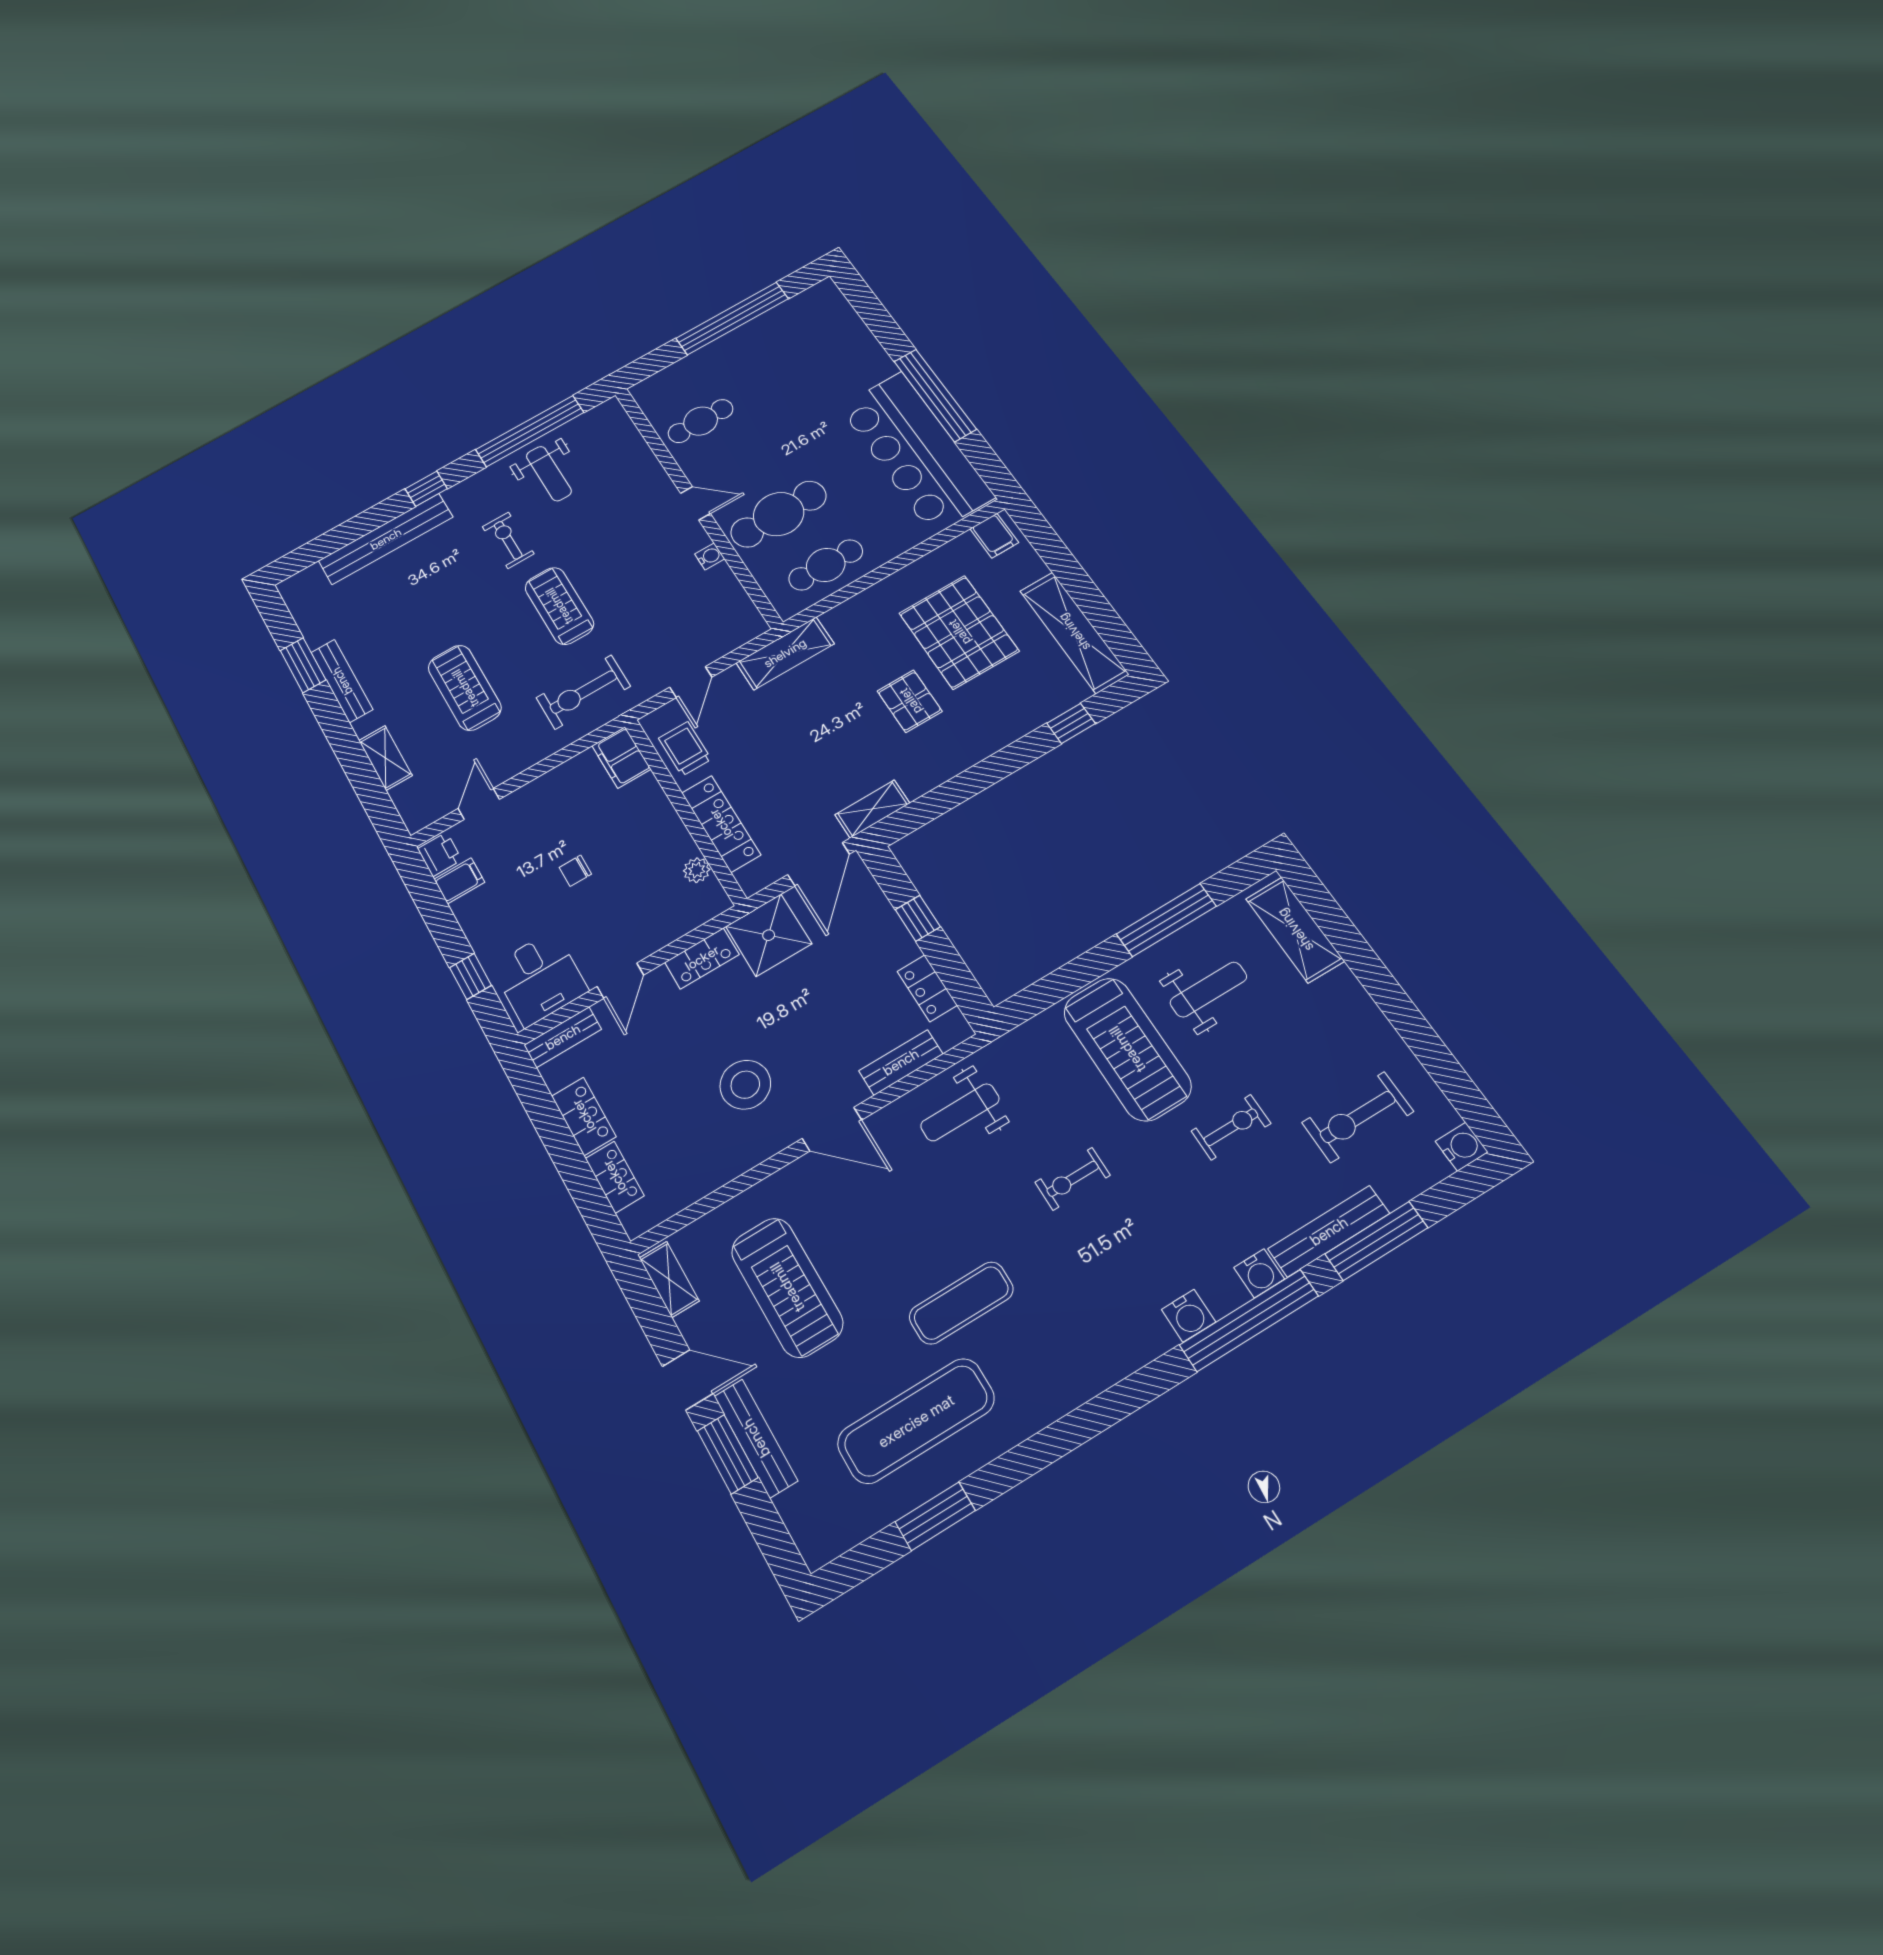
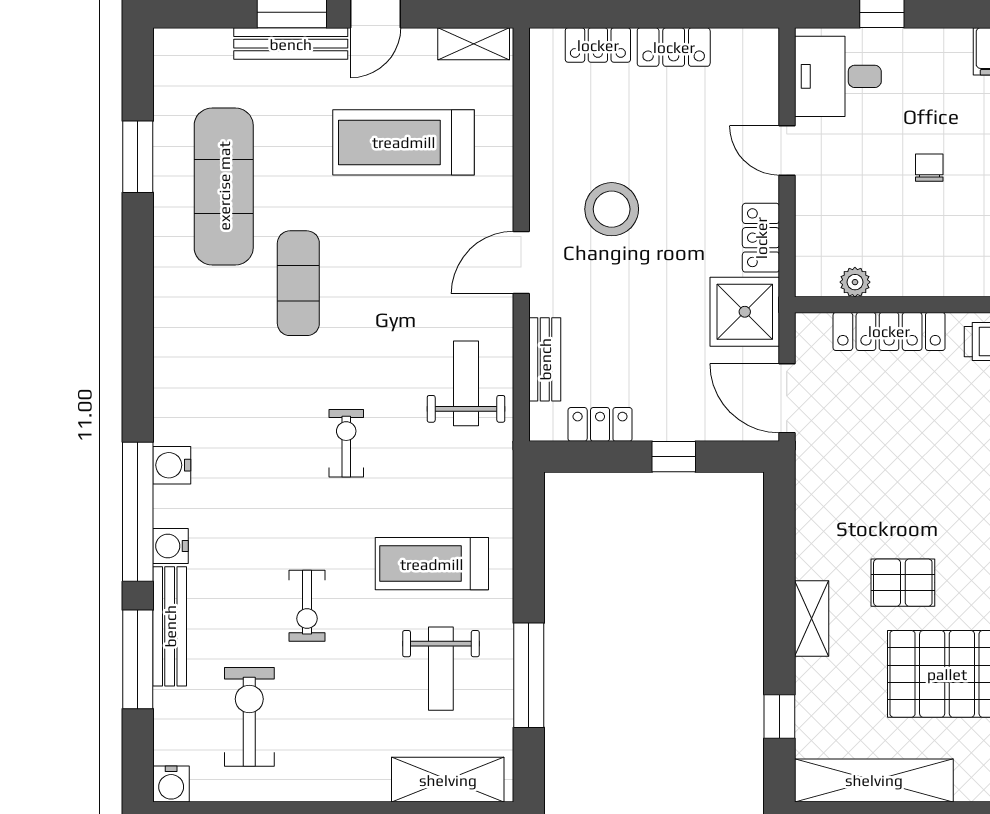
shelving: (872, 809) -> (812, 618), moved
bench: (563, 1037) -> (764, 68), removed
treadmill: (1127, 1049) -> (432, 564), width x0.73, depth x0.73

